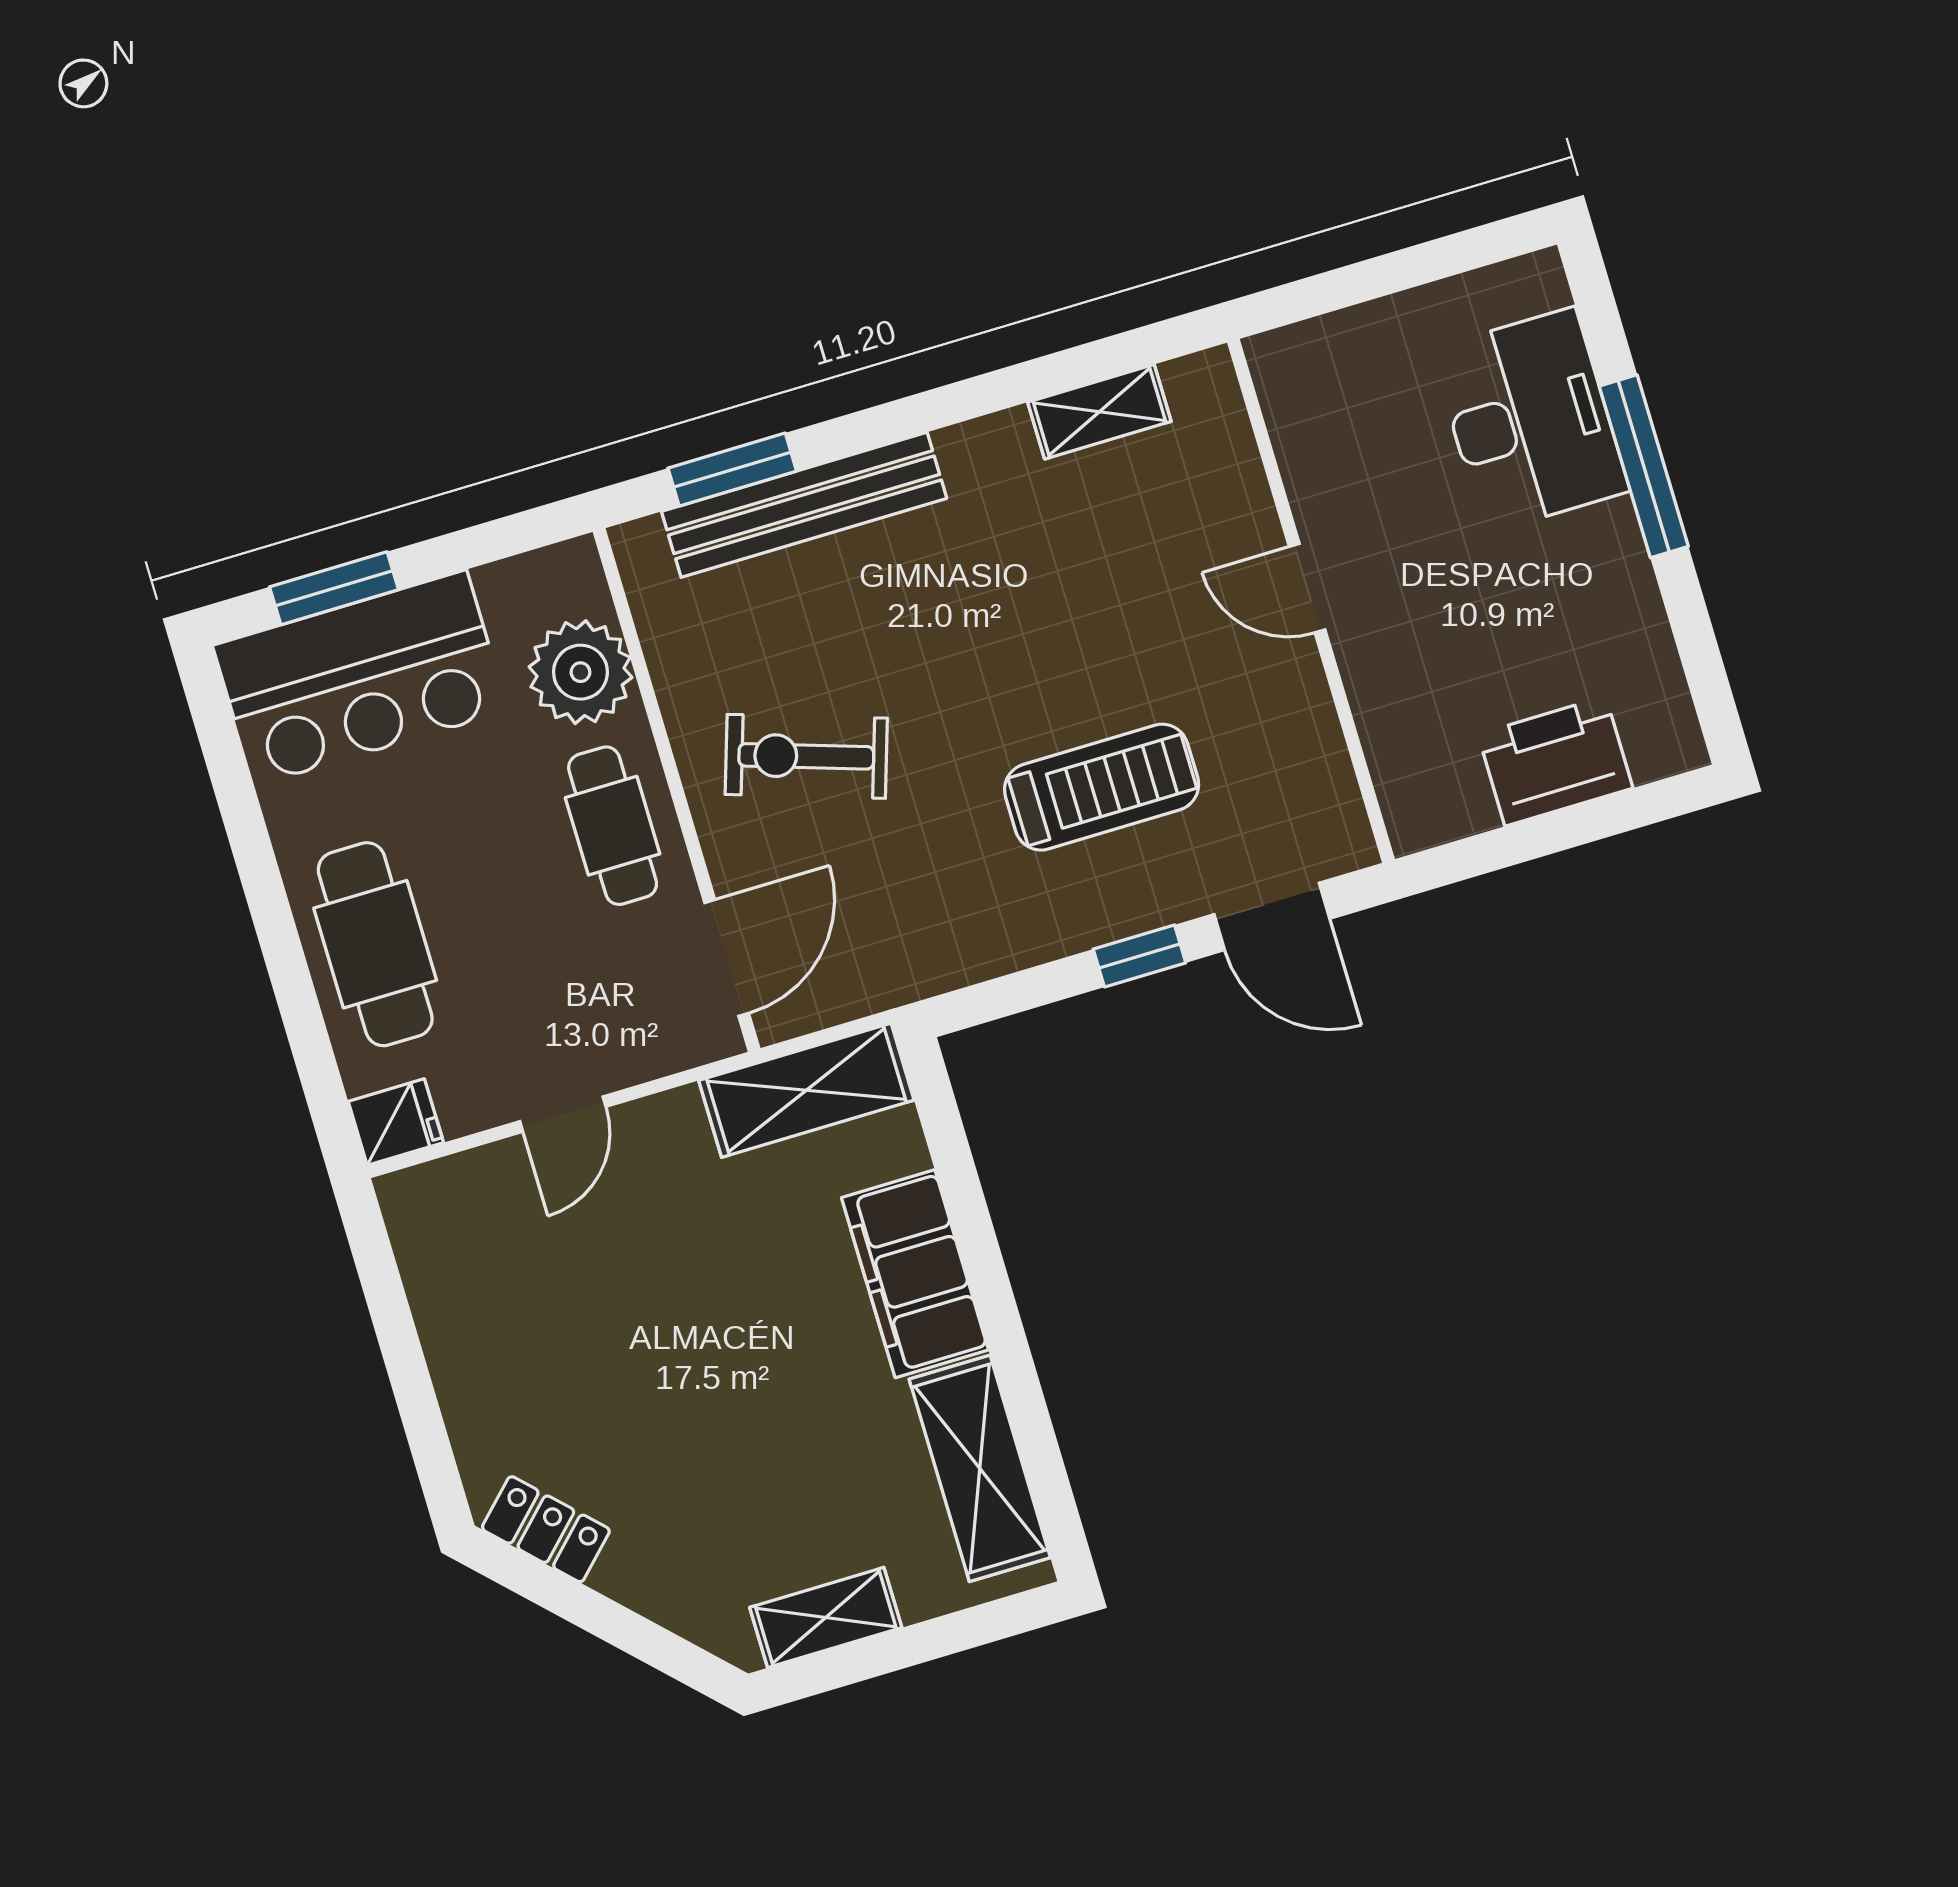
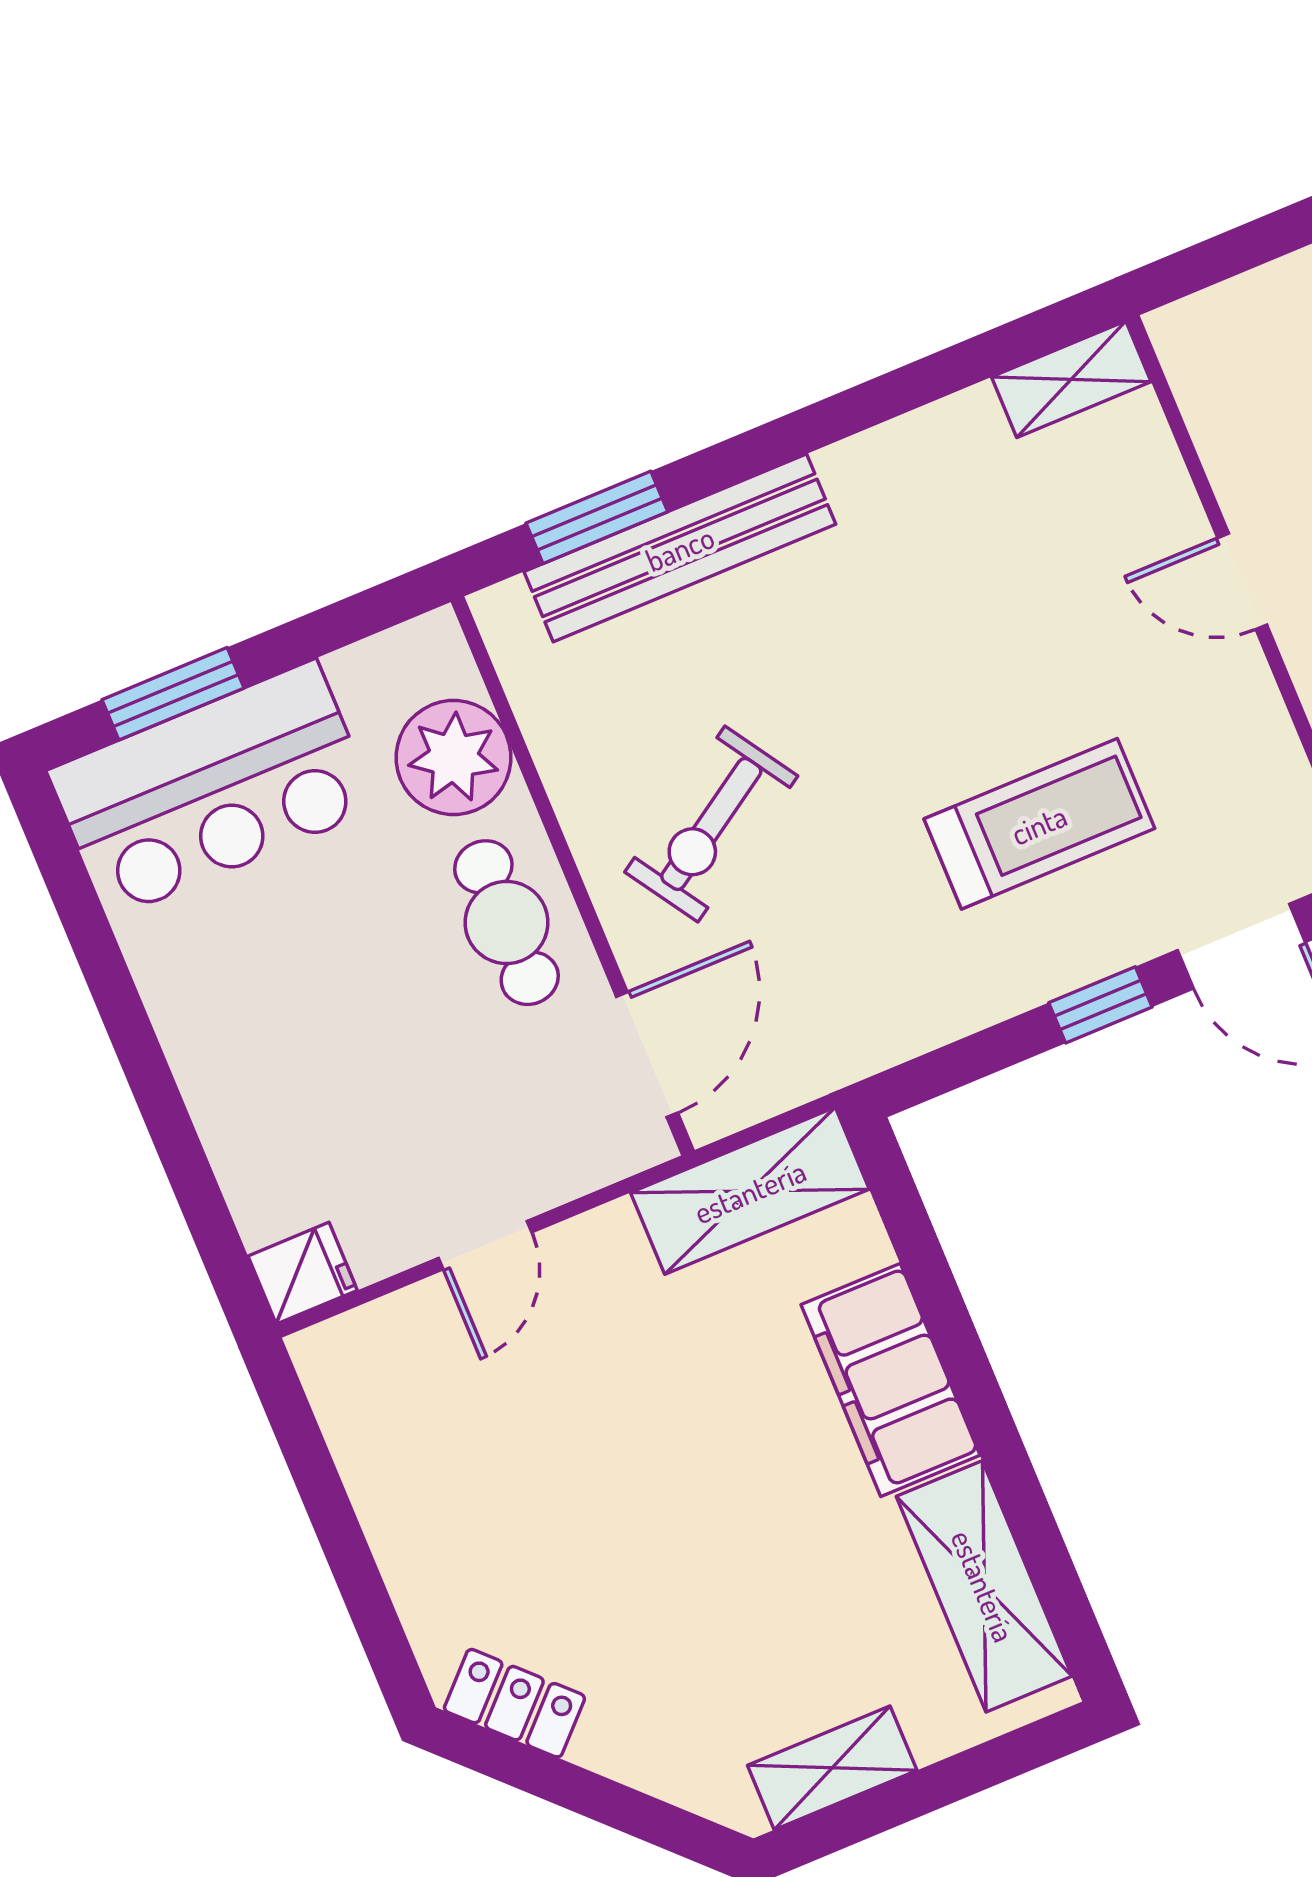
shelving: (1099, 412) -> (1071, 379), moved
exercise bike: (806, 756) -> (711, 824), turned -51
cafe table: (375, 944) -> (259, 1080), removed

